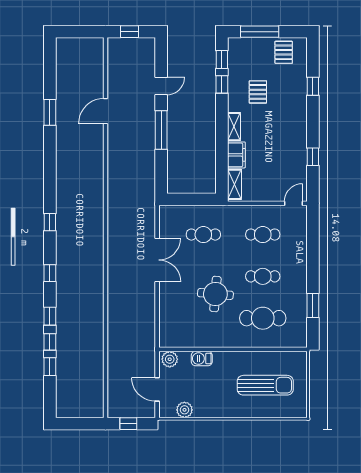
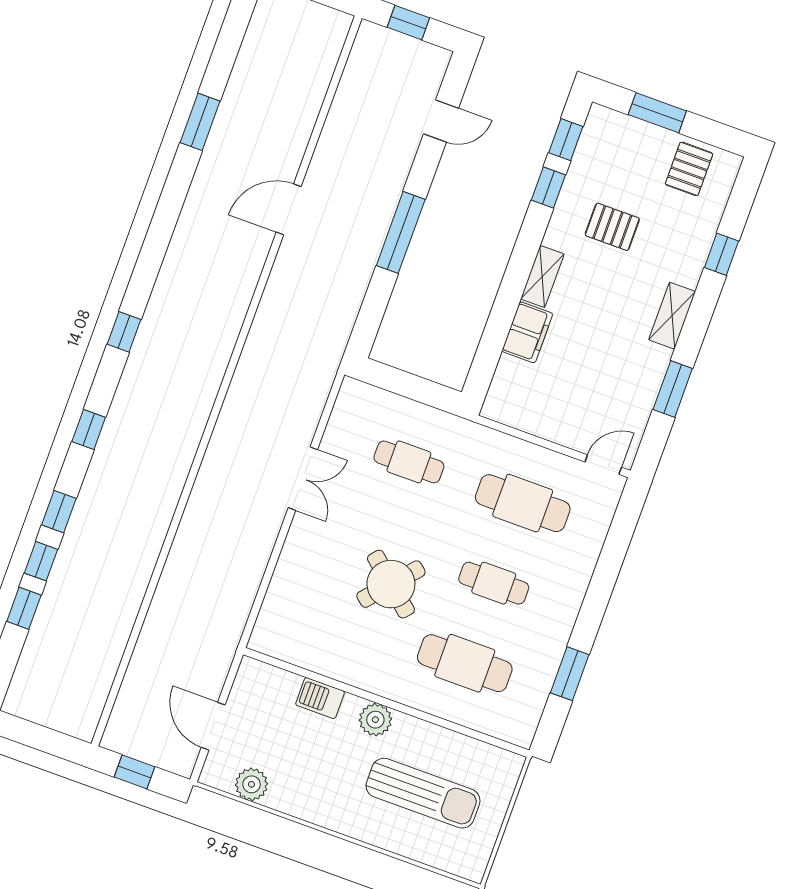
window: (260, 32) -> (657, 113), width x0.69
door: (161, 86) -> (441, 121), moved
pallet: (258, 92) -> (612, 227), turned 90
door: (106, 111) -> (289, 209), moved
window: (313, 157) -> (673, 389), width x1.50
shelving: (234, 184) -> (672, 316), moved
cafe table: (263, 235) -> (523, 503), width x1.37, depth x1.35
double door: (157, 260) -> (303, 479), width x0.73
round table: (215, 294) -> (391, 584), turned 36
plant: (170, 359) -> (375, 720), moved

